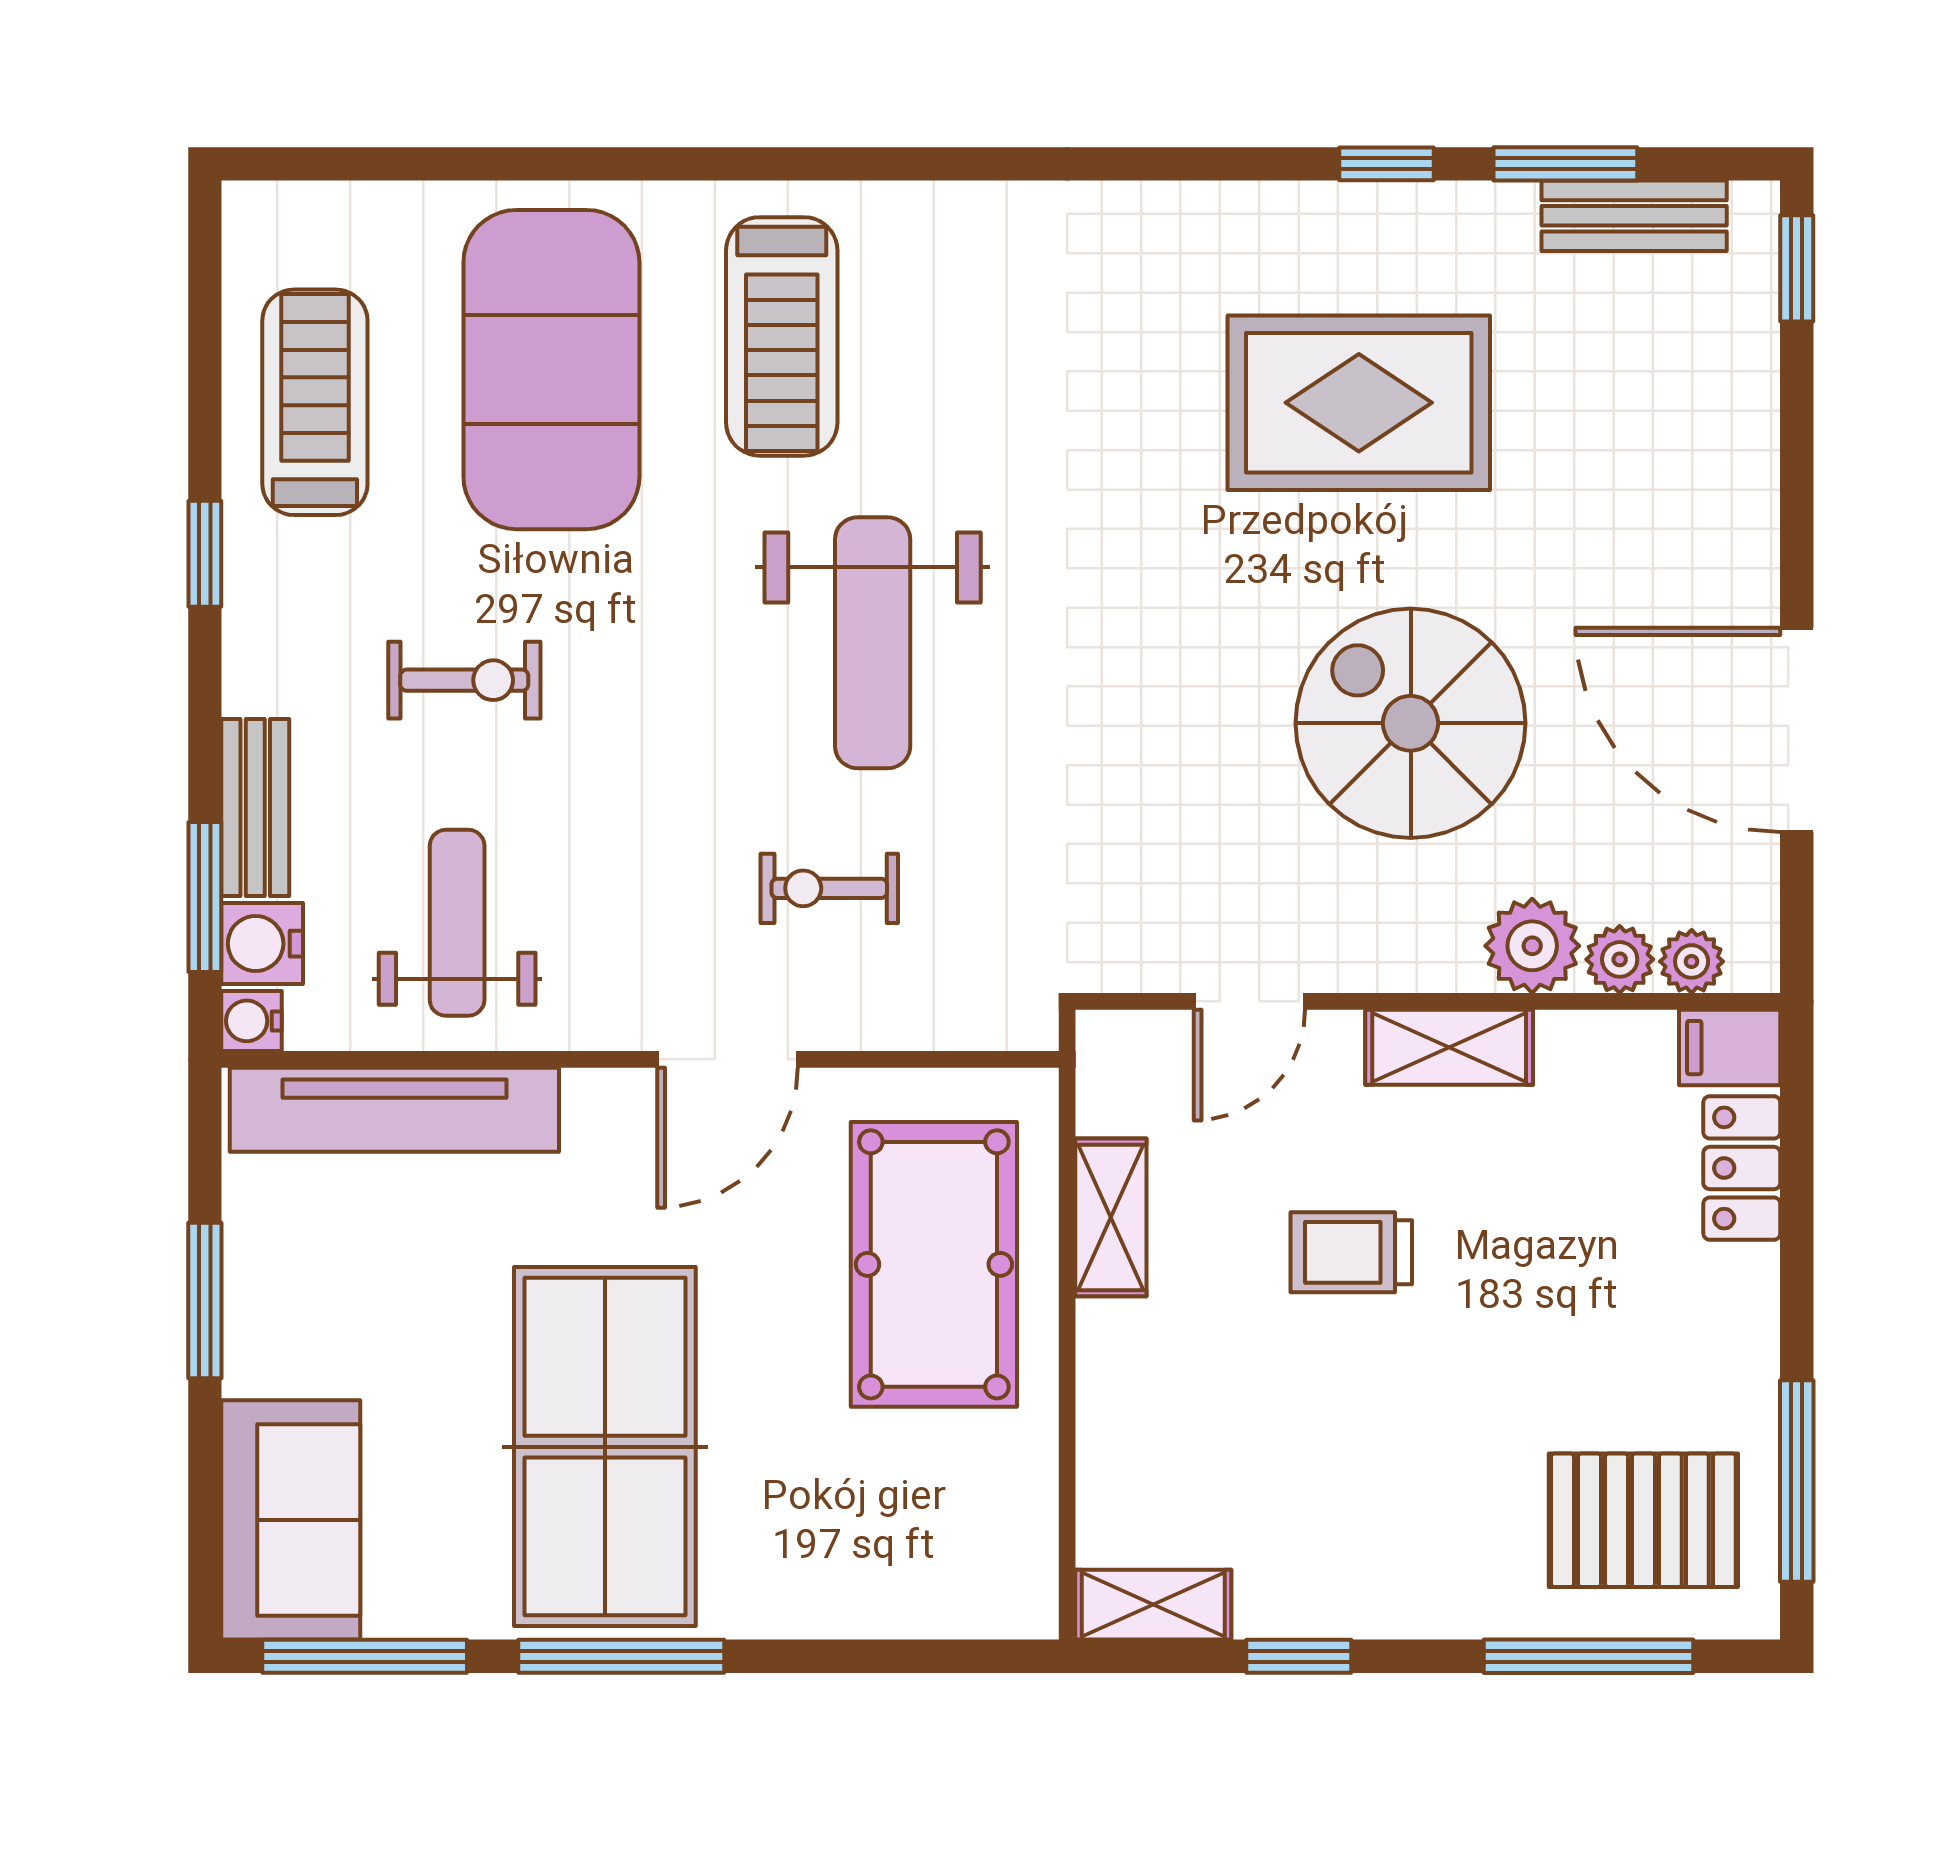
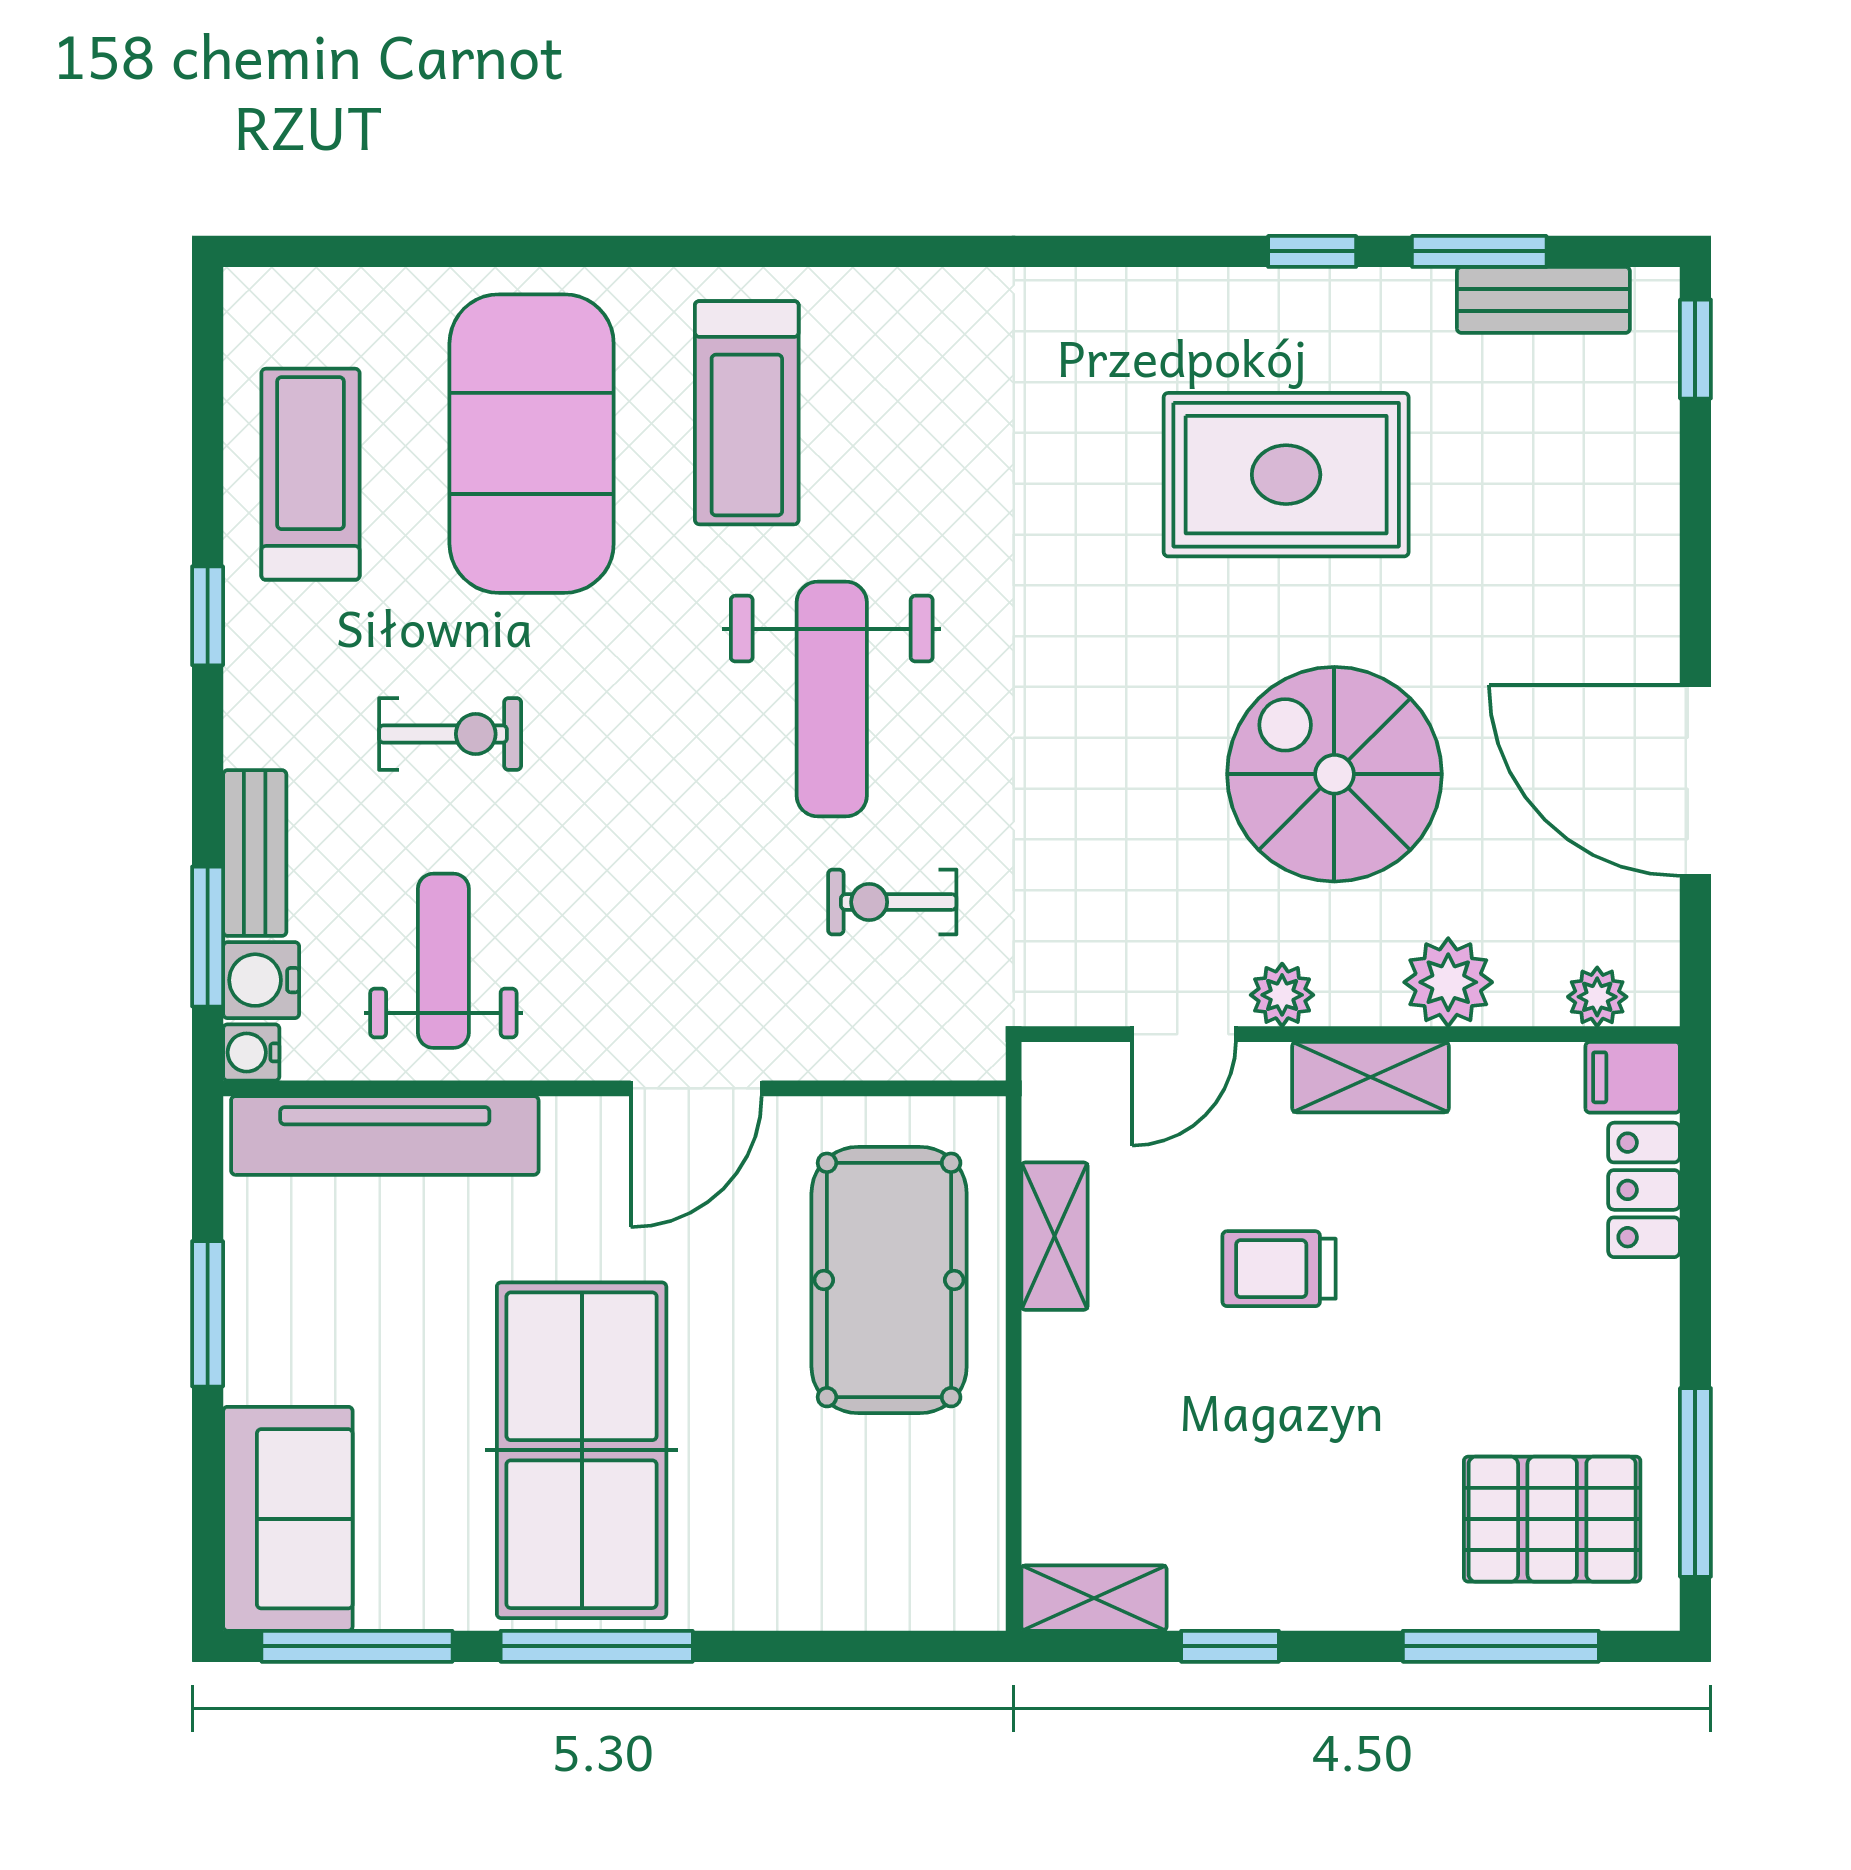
exercise bike: (829, 888) -> (892, 902), moved
plant: (1620, 959) -> (1282, 995), moved

